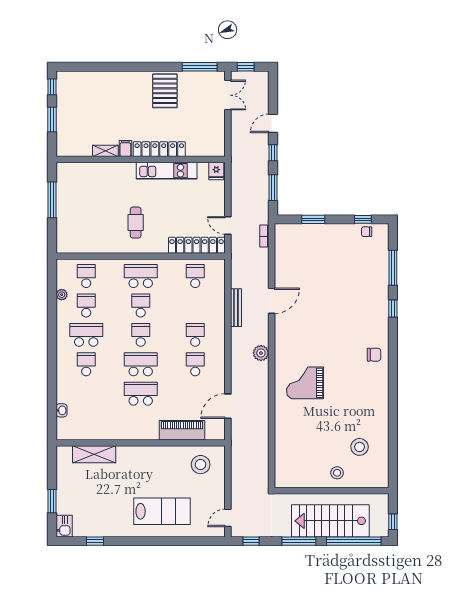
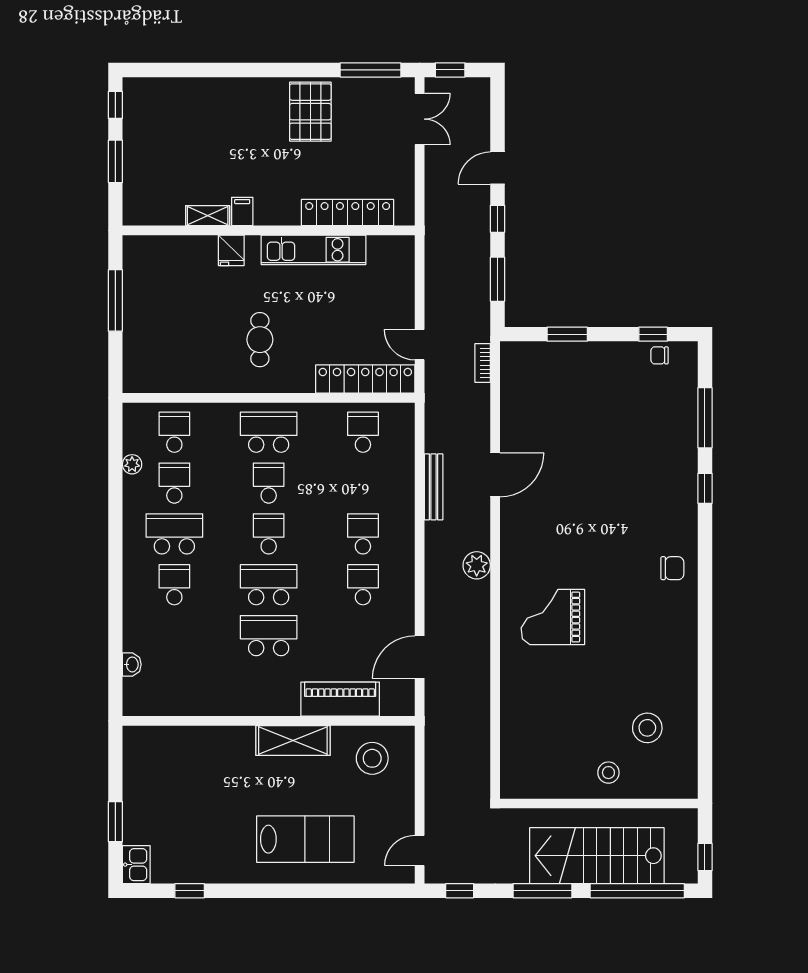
locker: (159, 149) -> (348, 213), moved
fridge: (216, 171) -> (231, 250), moved
shelving: (94, 454) -> (293, 740), moved

